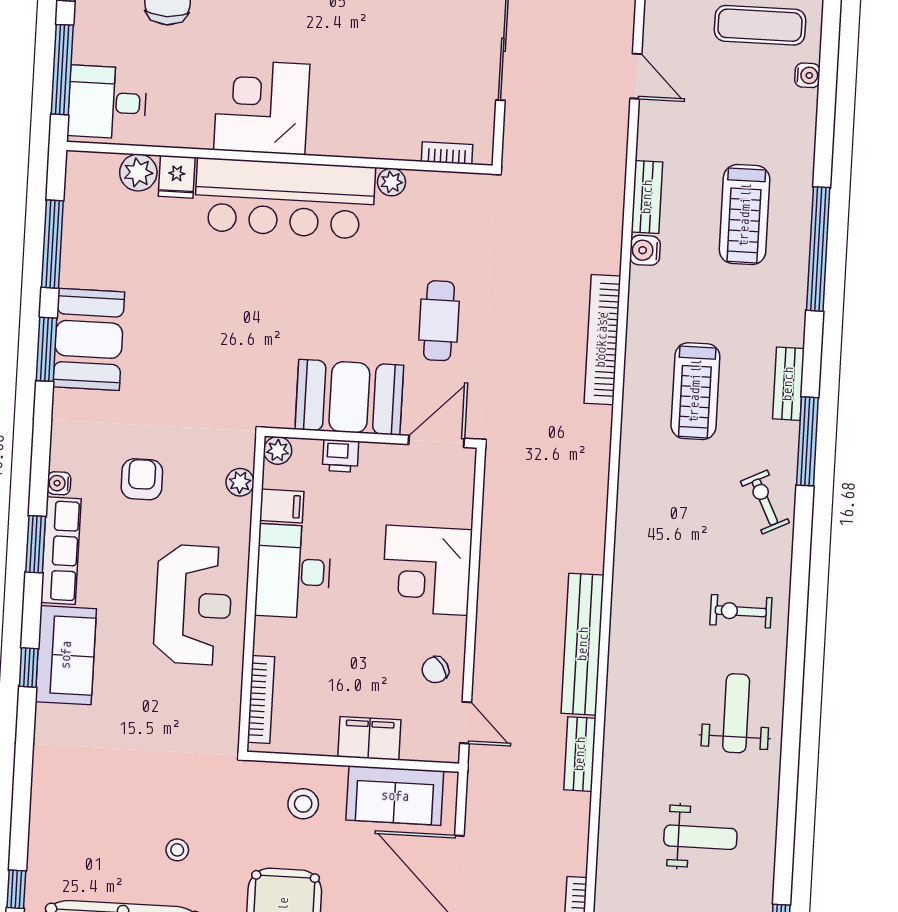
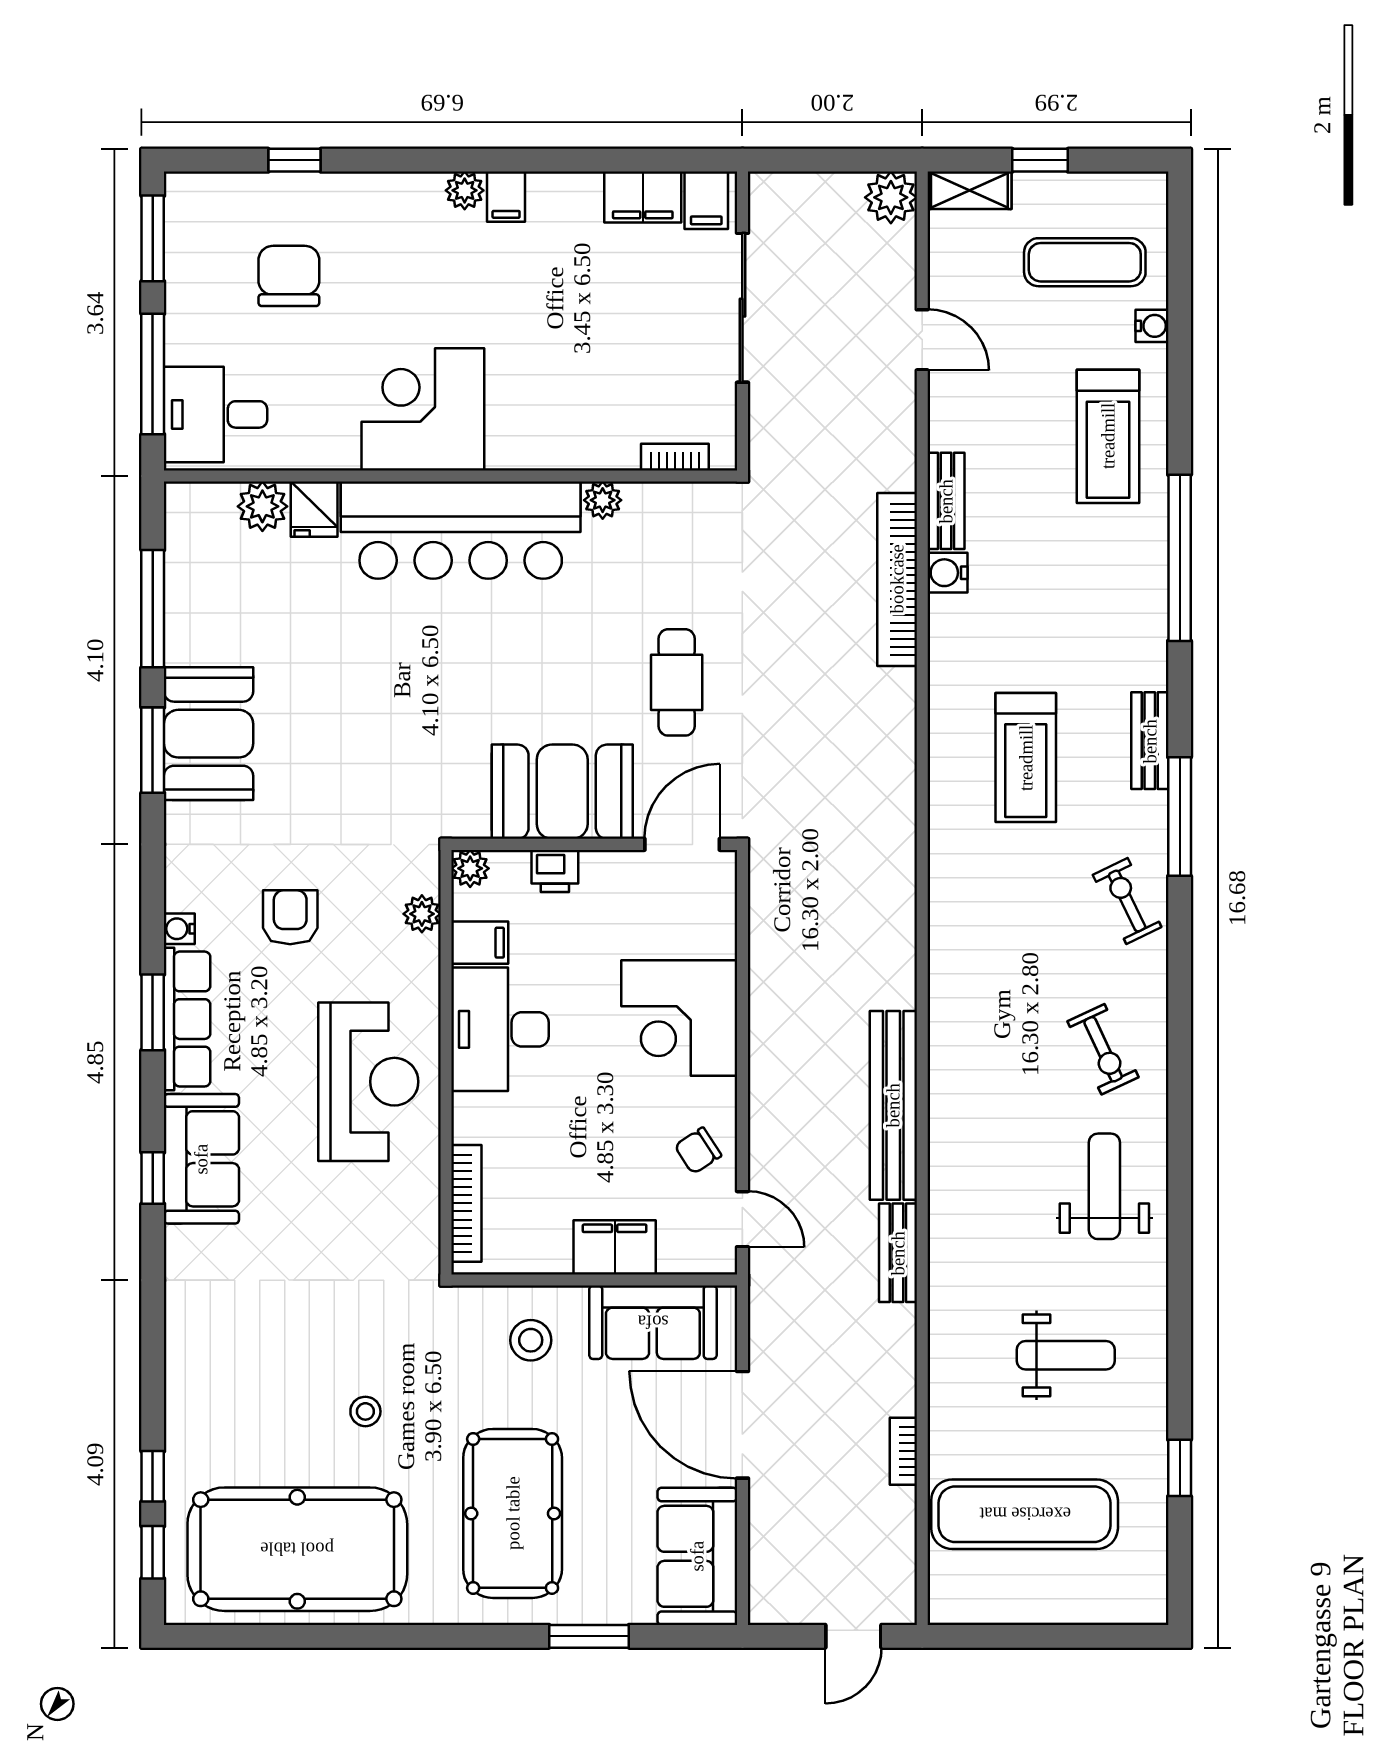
treadmill: (745, 215) -> (1108, 436), moved
bookcase: (602, 340) -> (897, 579), moved
exercise bike: (741, 611) -> (1103, 1049), turned -115

